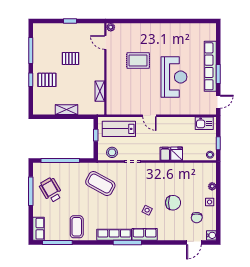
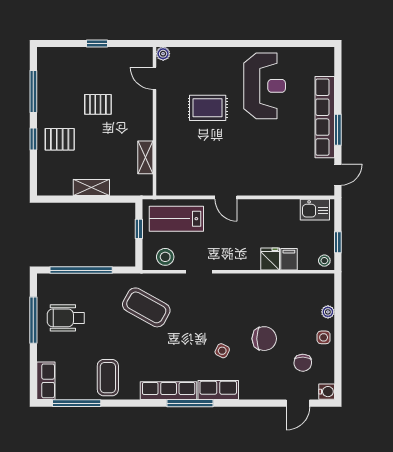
reception desk: (174, 77) -> (265, 86), moved
filing cabinet: (165, 154) -> (289, 259), moved
wheelchair: (51, 190) -> (66, 318), turned -60

